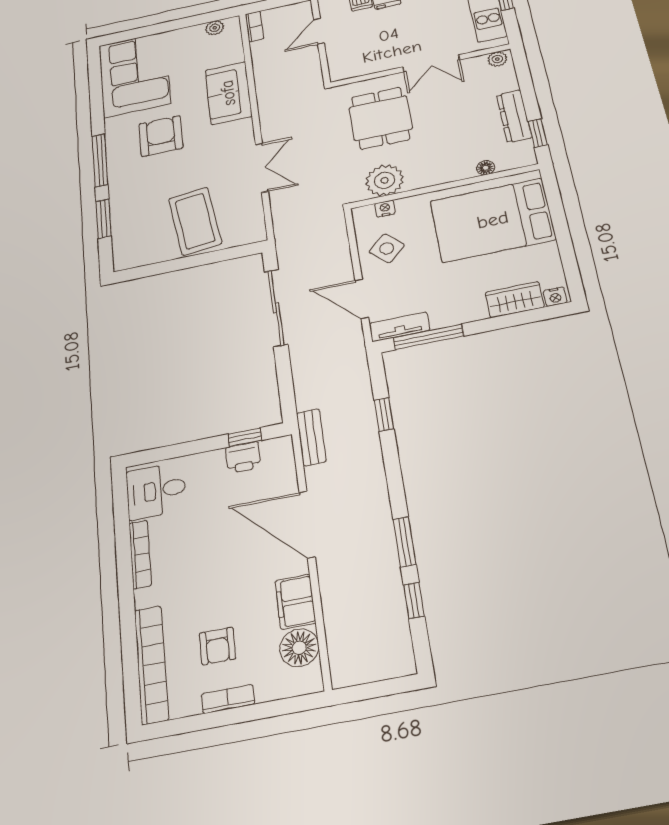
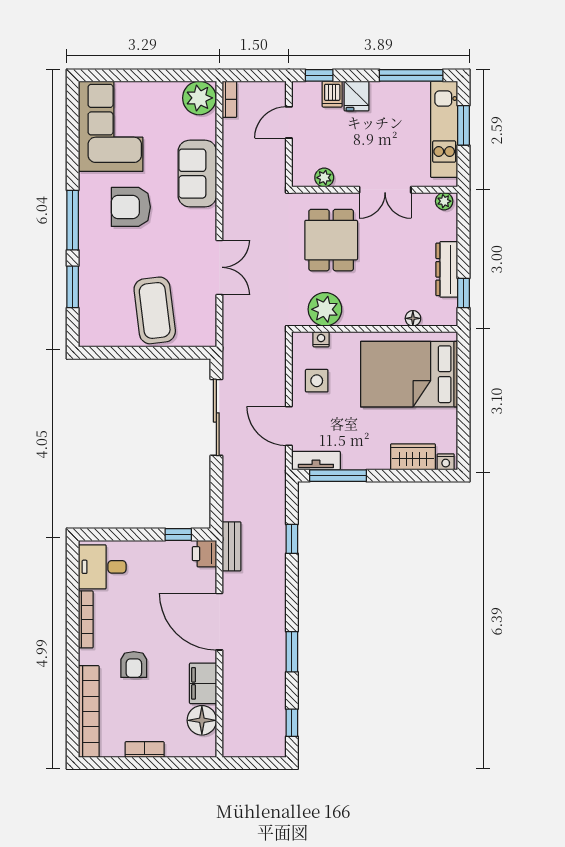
plant: (215, 28) -> (199, 98), width x1.88, depth x1.88
plant: (364, 67) -> (324, 178), added
armchair: (161, 136) -> (131, 207), turned -90
side table: (387, 248) -> (317, 381), turned 45
printer: (243, 457) -> (204, 554), moved, turned 90
window: (414, 600) -> (292, 723), moved
armchair: (217, 646) -> (134, 665), moved

